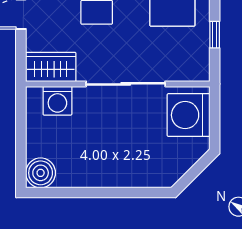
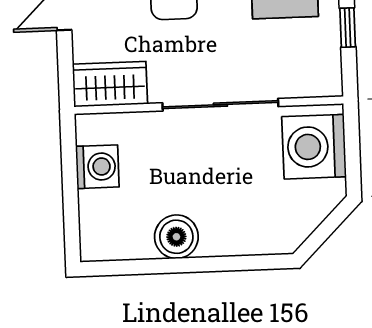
washing machine: (57, 101) -> (97, 167), moved, turned -90
boiler: (41, 173) -> (176, 237), moved

